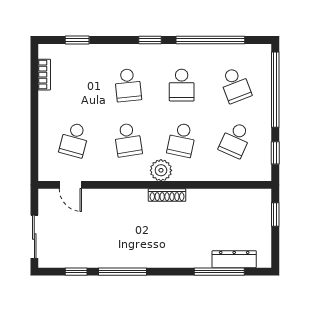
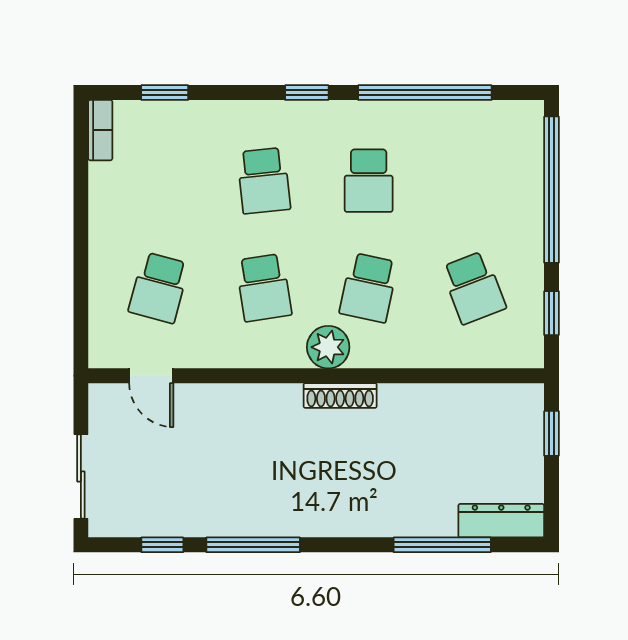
bookcase: (44, 75) -> (100, 130), moved
school desk: (235, 85) -> (474, 181), removed
school desk: (235, 140) -> (474, 288), turned -45
dresser: (234, 259) -> (501, 521), moved

